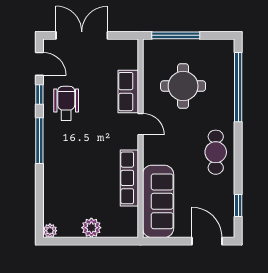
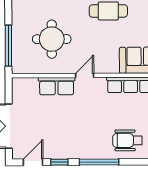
wheelchair: (66, 103) -> (127, 140), moved

